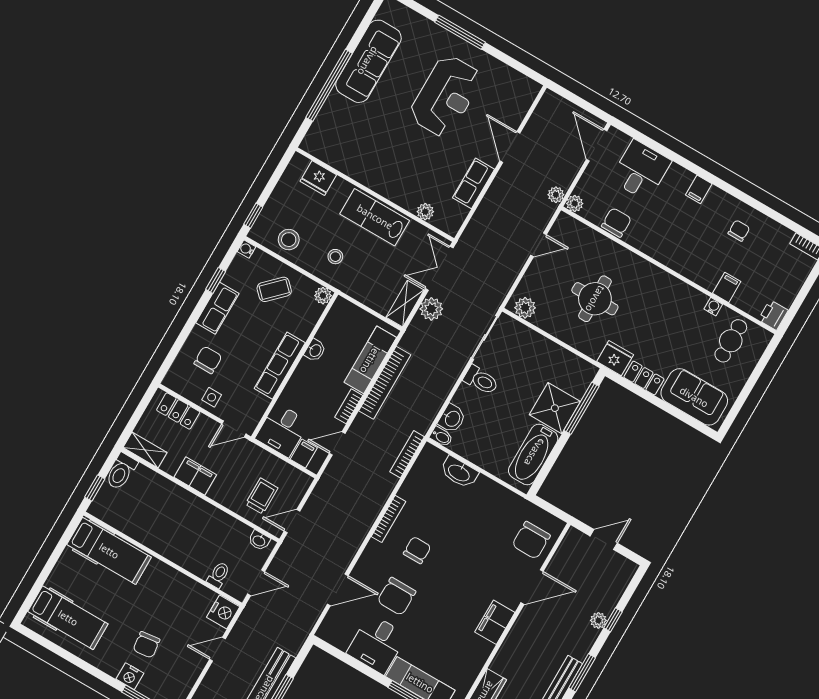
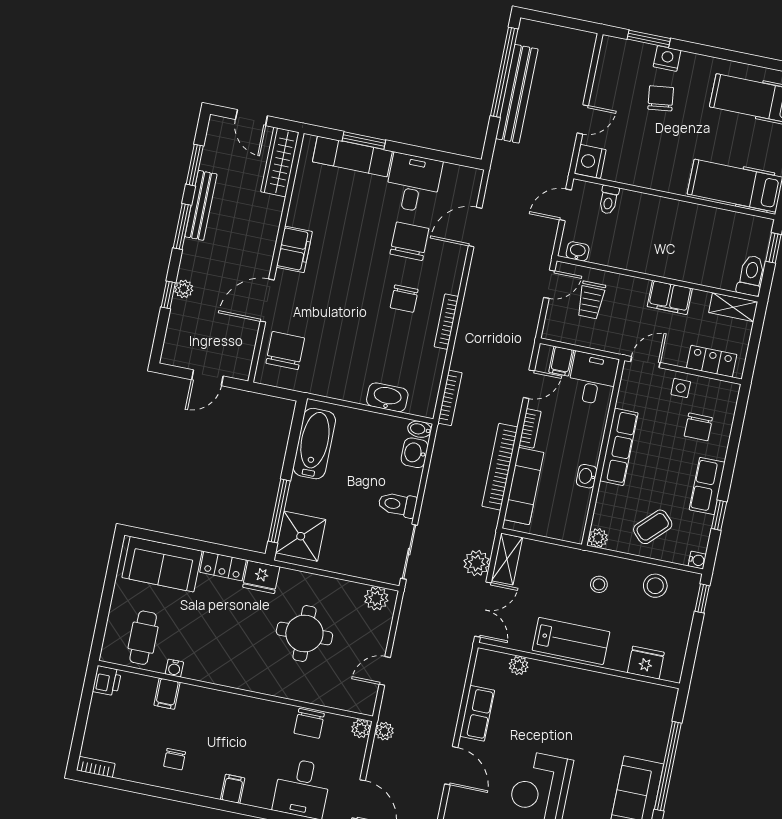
shower: (555, 408) -> (301, 536), moved

